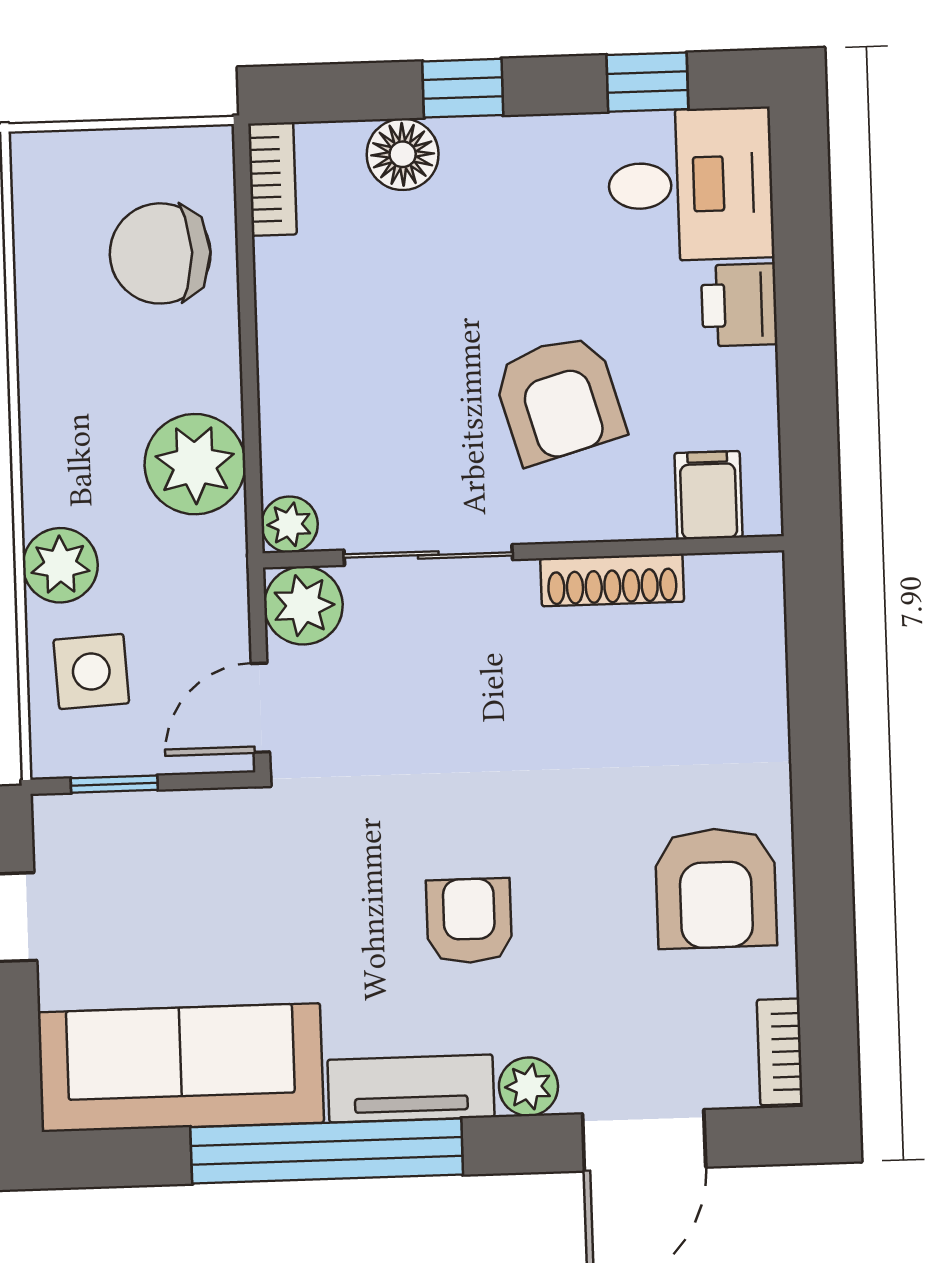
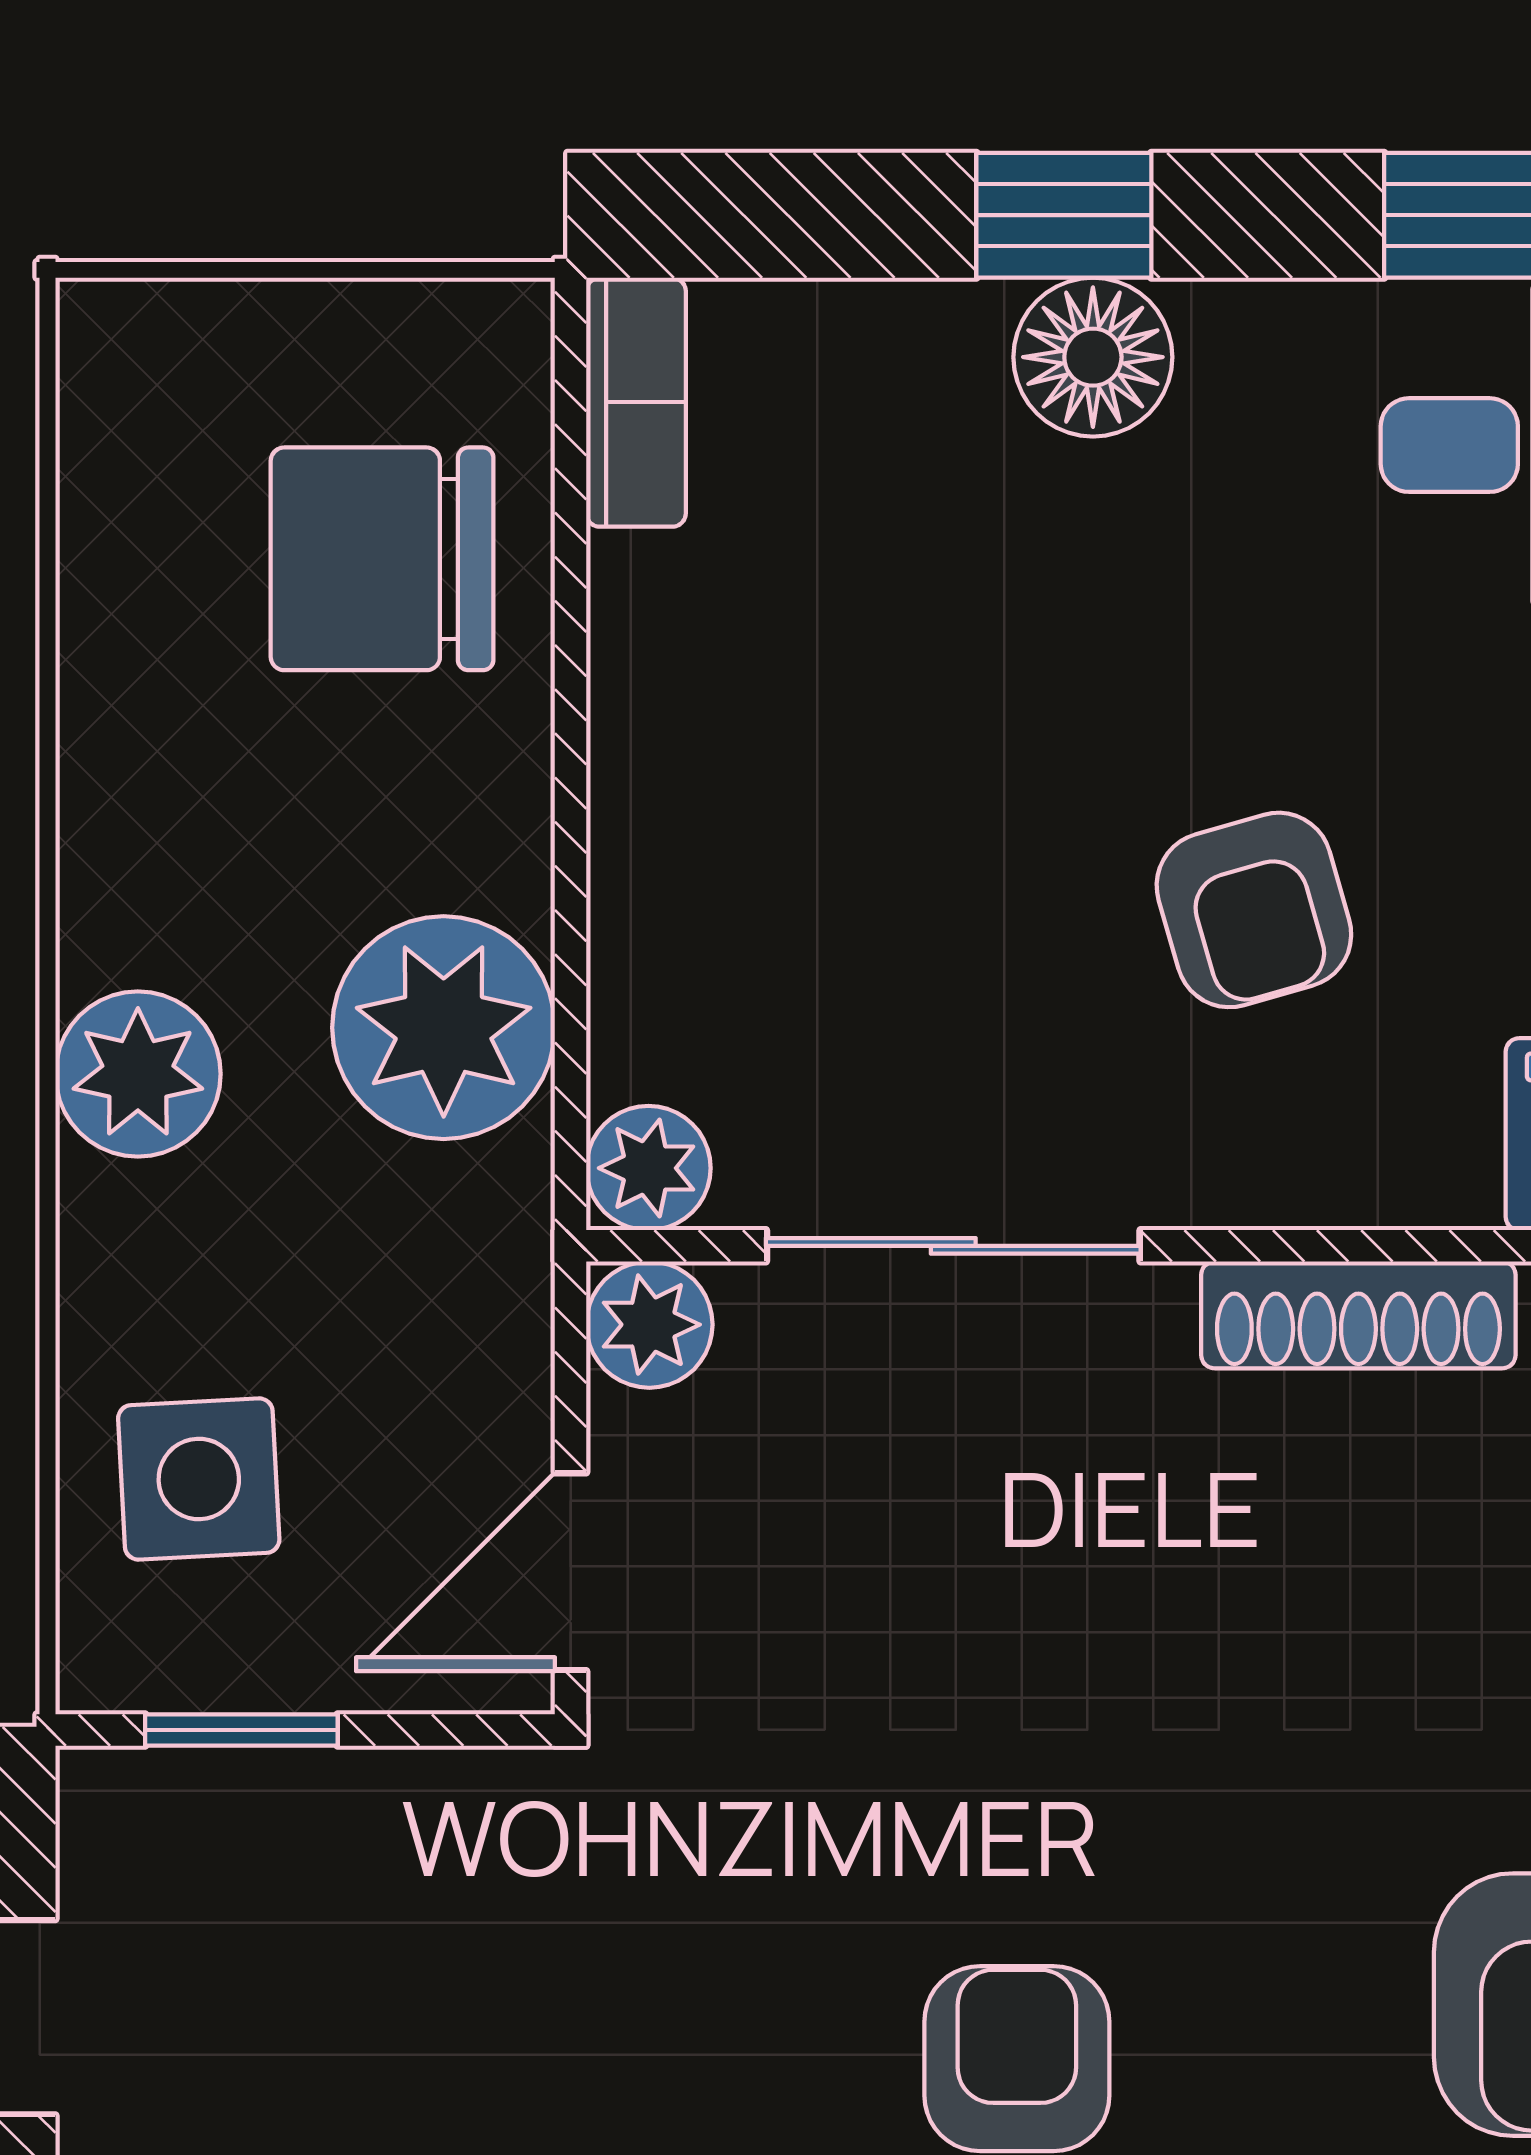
floor lamp: (403, 154) -> (1093, 357), moved
armchair: (559, 399) -> (1254, 910), width x0.72, depth x0.72
plant: (60, 565) -> (138, 1074), moved
plant: (303, 605) -> (649, 1325), width x0.73, depth x0.73

